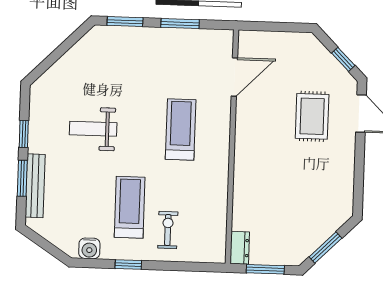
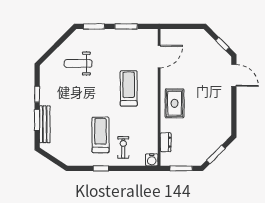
rug: (312, 116) -> (174, 103), moved
weight bench: (93, 129) -> (78, 63), moved
water cooler: (89, 248) -> (152, 160), moved
dresser: (240, 248) -> (166, 142), moved

